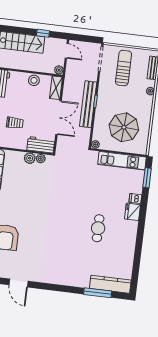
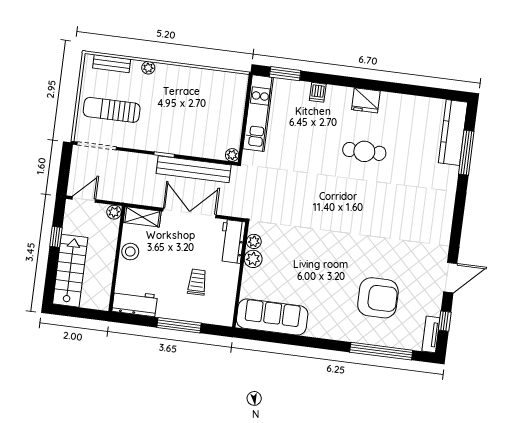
bench: (88, 104) -> (194, 169), moved
parasol: (124, 127) -> (205, 110), removed
fridge: (133, 212) -> (366, 100), moved

